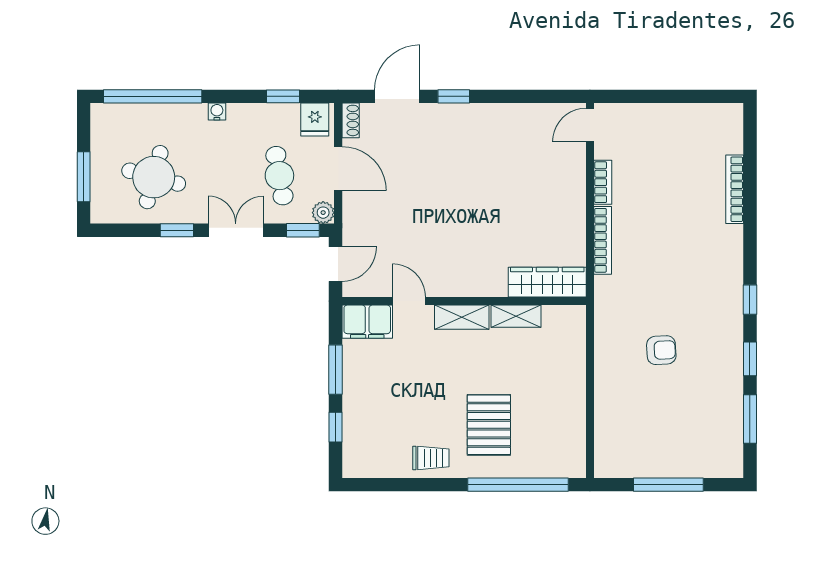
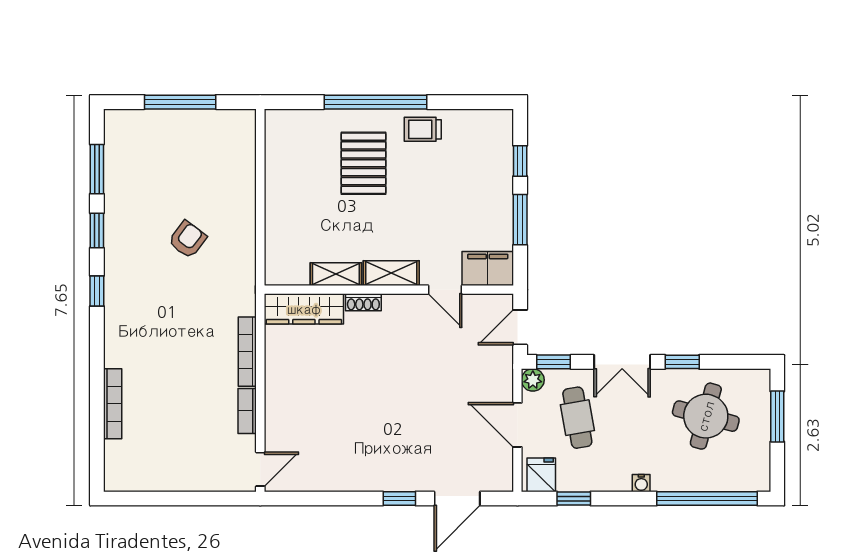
shoe rack: (351, 120) -> (363, 302), moved, turned -90
armchair: (661, 350) -> (187, 239), turned 130
window: (518, 485) -> (376, 102), moved

